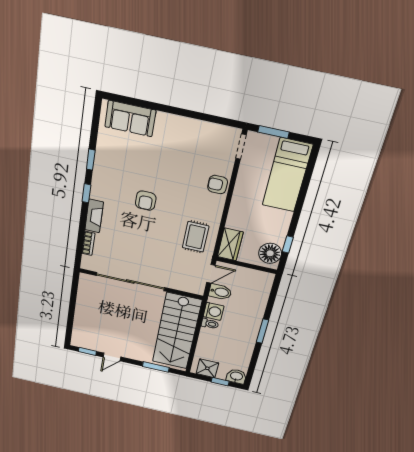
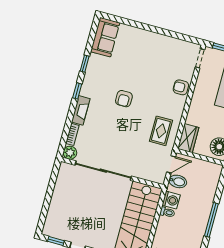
sofa: (130, 118) -> (105, 37), moved, turned -90
plant: (89, 263) -> (70, 153), added
window: (262, 331) -> (211, 220), width x1.44

